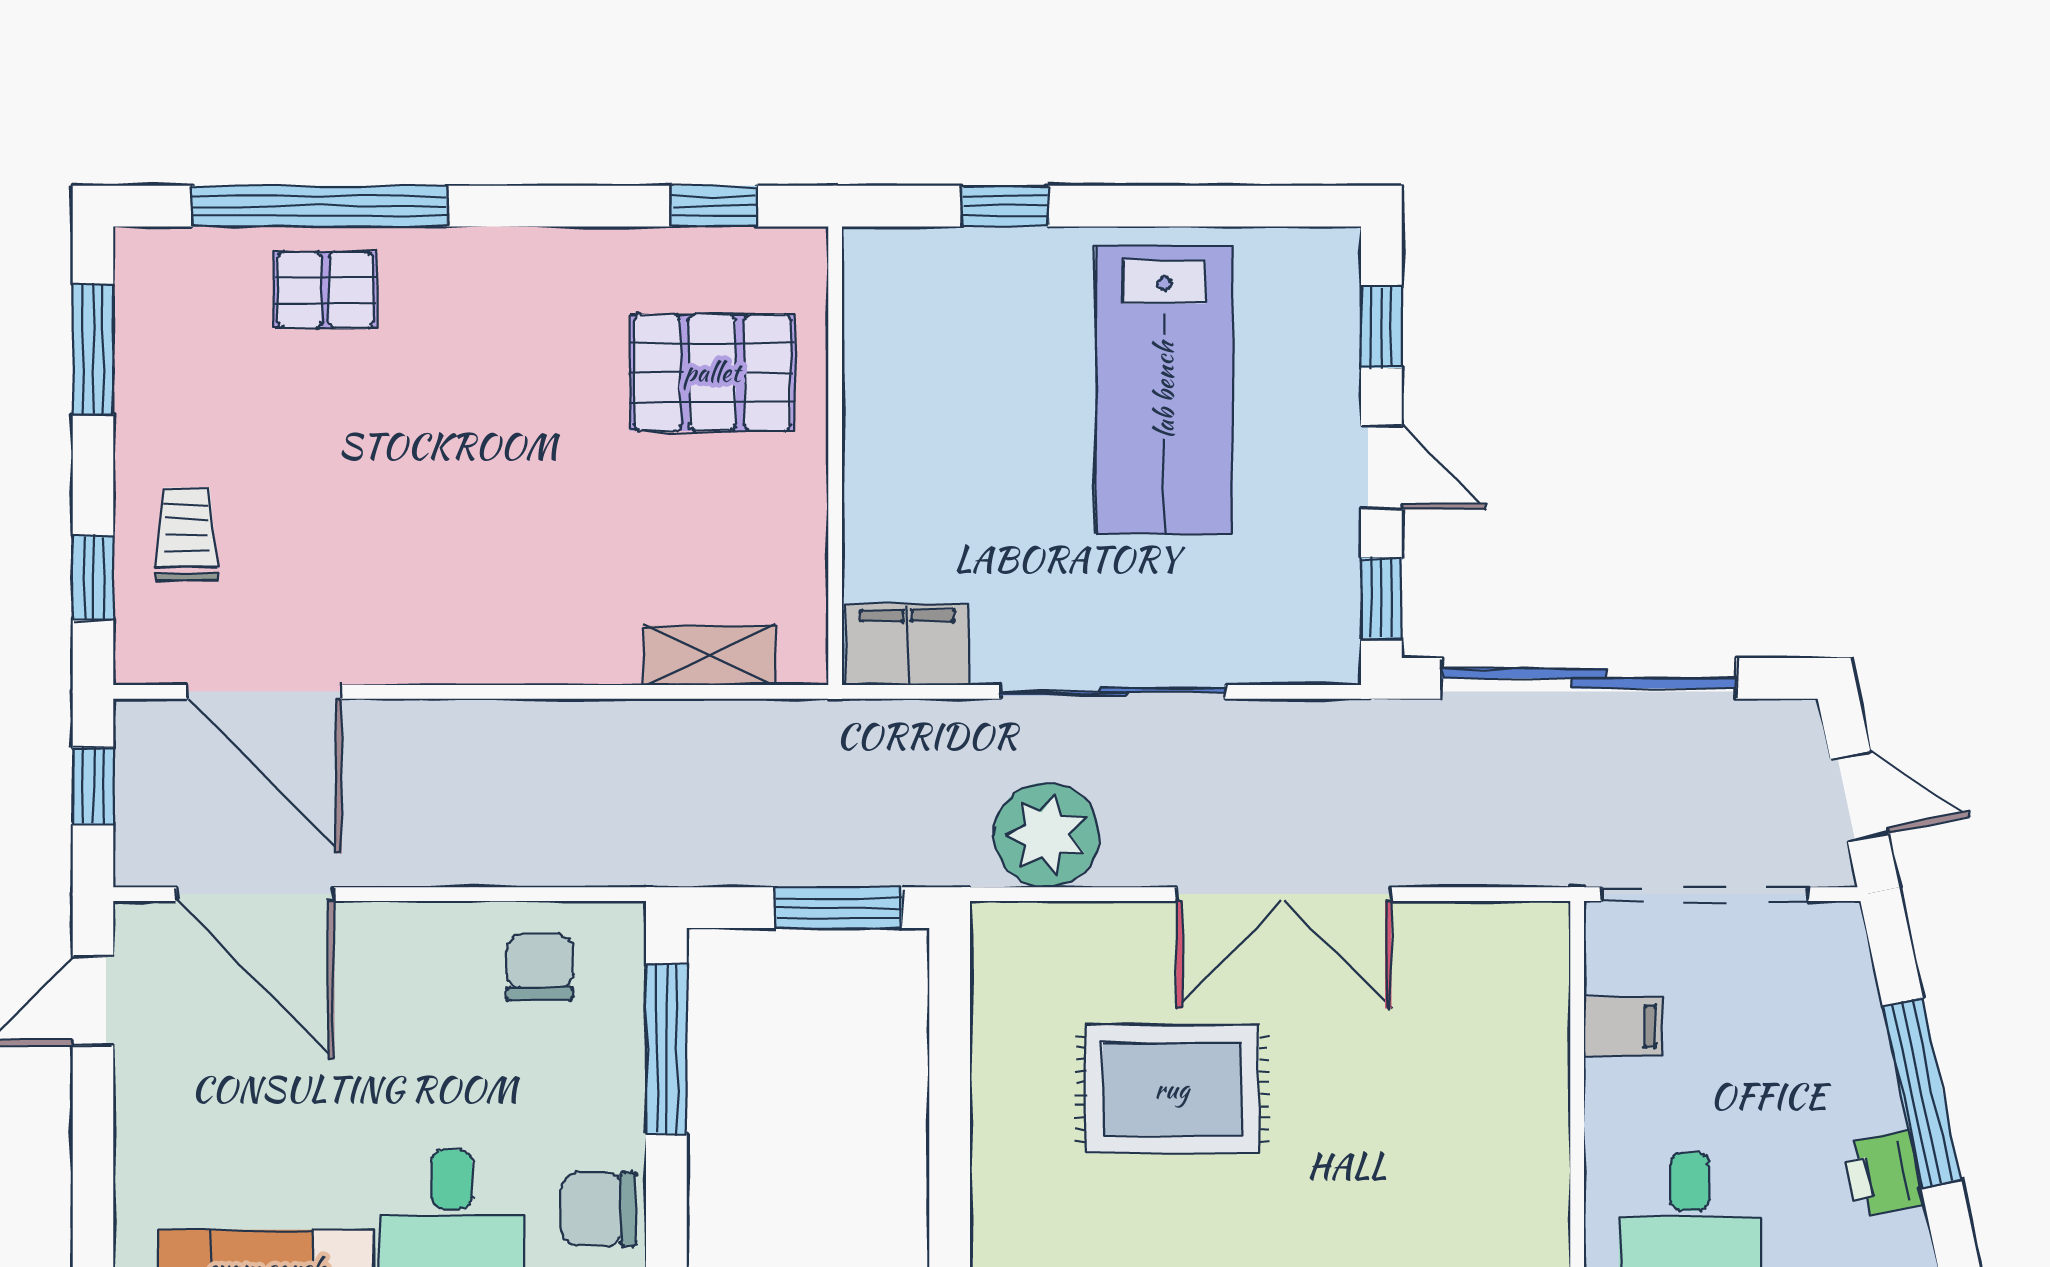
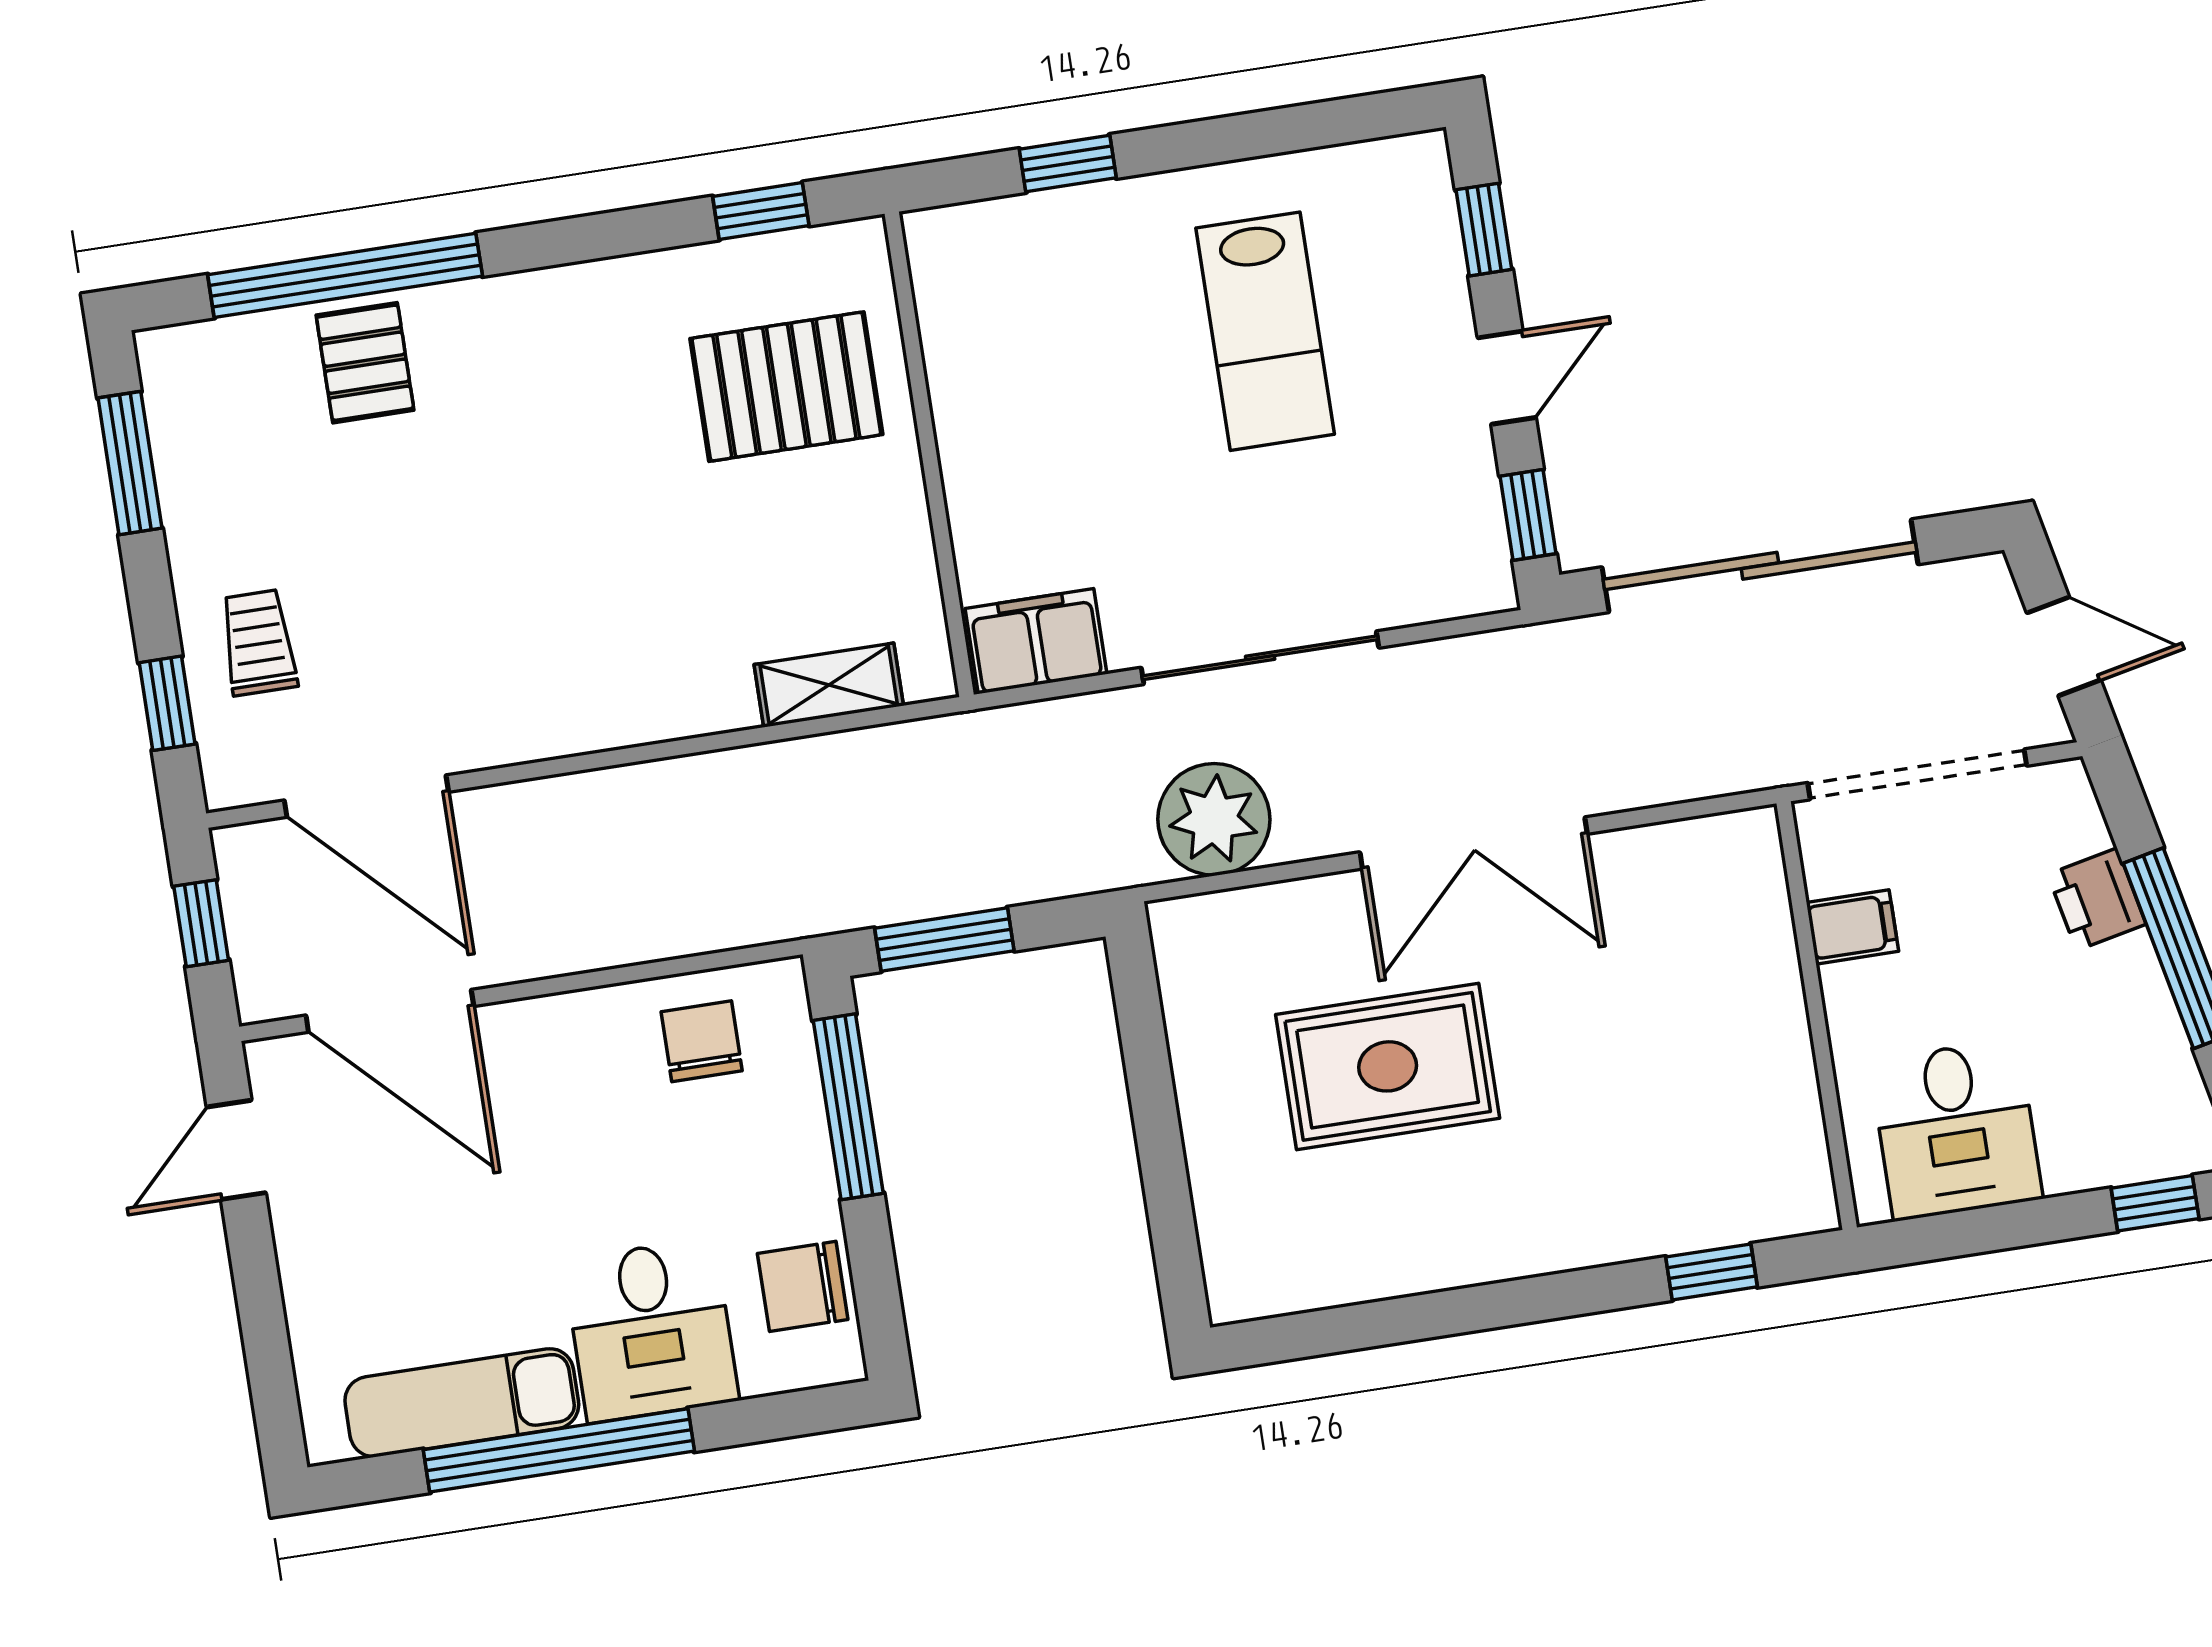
pallet: (325, 290) -> (365, 363), turned 90
lab bench: (1164, 390) -> (1265, 331), width x0.73, depth x0.72
door: (1381, 468) -> (1507, 378), hinge flipped
window: (839, 908) -> (944, 939), moved
printer: (1883, 1174) -> (2097, 899), moved

